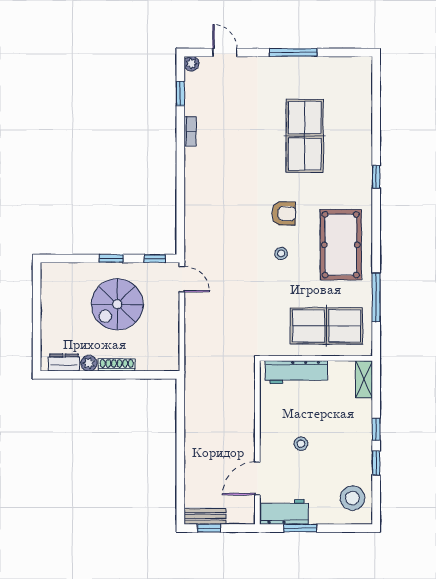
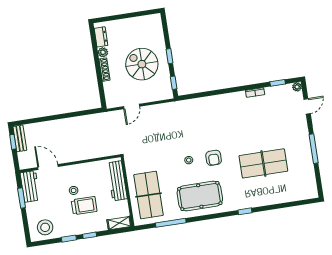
door: (182, 279) -> (132, 106), moved
trolley: (328, 431) -> (84, 206), added

